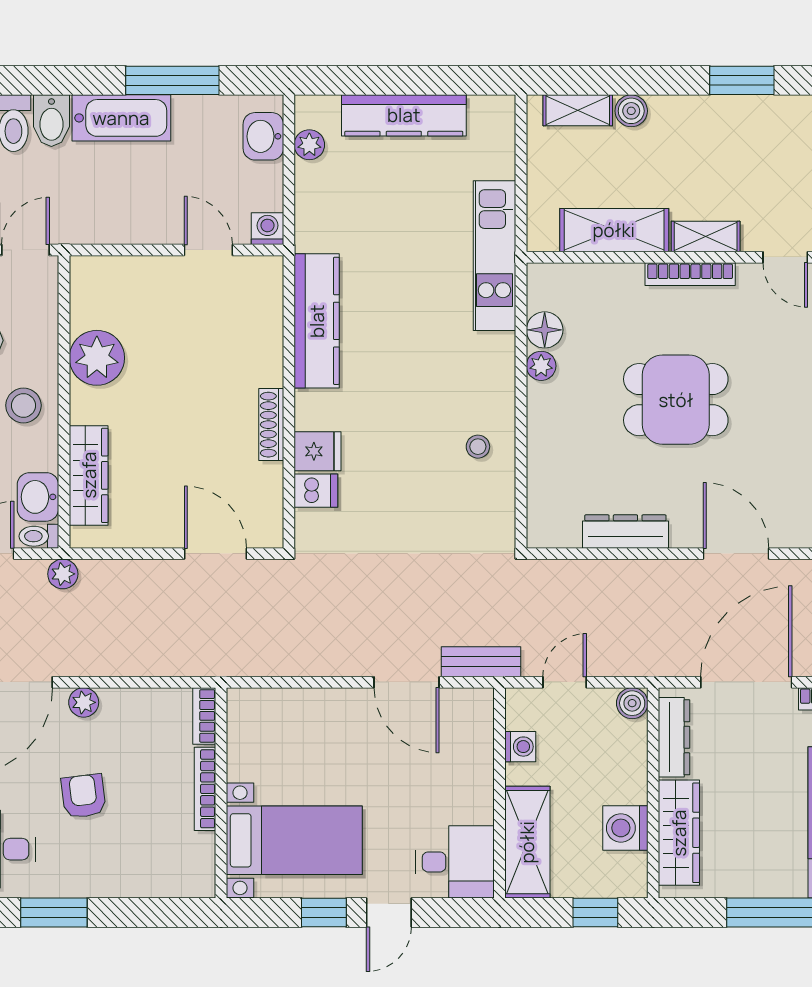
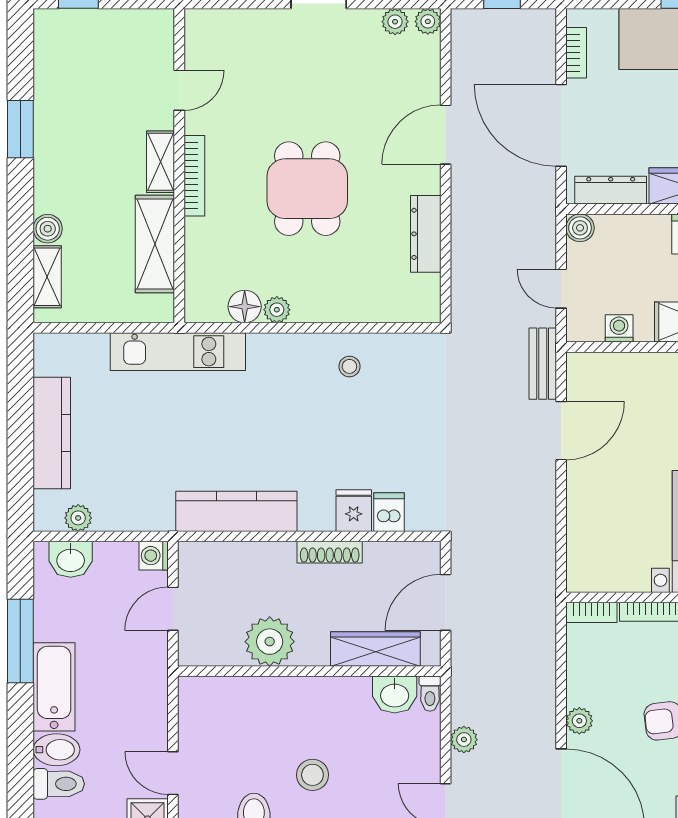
plant: (97, 358) -> (270, 642), moved
wall: (64, 402) -> (309, 671), moved
wardrobe: (89, 475) -> (375, 649), moved
washbasin: (38, 497) -> (395, 694), moved
toilet: (39, 536) -> (430, 694), moved

